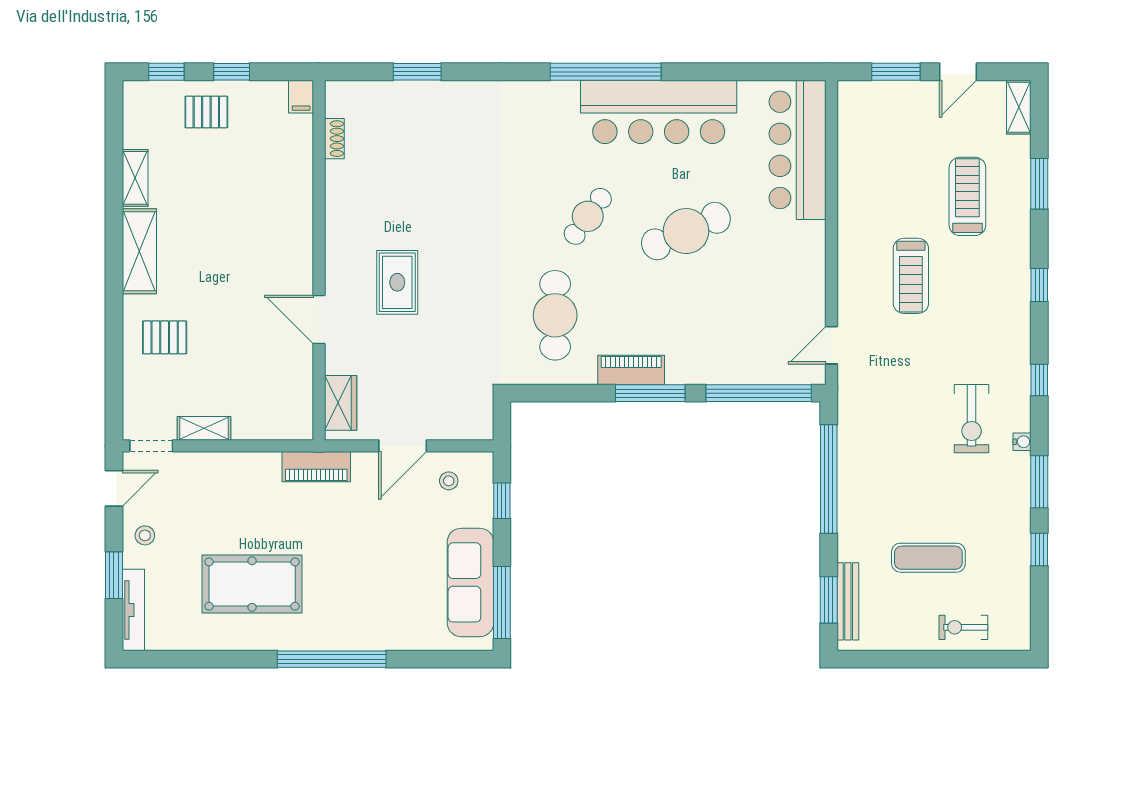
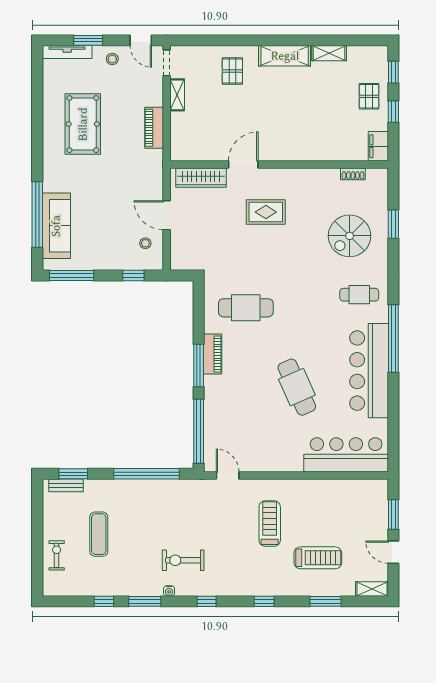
filing cabinet: (301, 97) -> (378, 146), width x2.00
spiral stairs: (437, 144) -> (350, 236), added
cafe table: (588, 216) -> (359, 295), moved, turned -36
treadmill: (911, 276) -> (270, 524), turned 90
wardrobe: (341, 403) -> (201, 178), width x1.50
piano: (316, 467) -> (154, 128), moved
sofa: (470, 582) -> (56, 226), moved, turned 90
bench: (848, 601) -> (66, 485), width x0.73
window: (332, 659) -> (37, 215), moved

